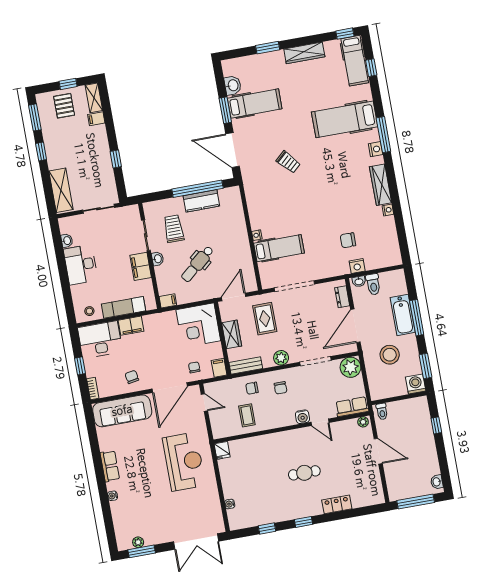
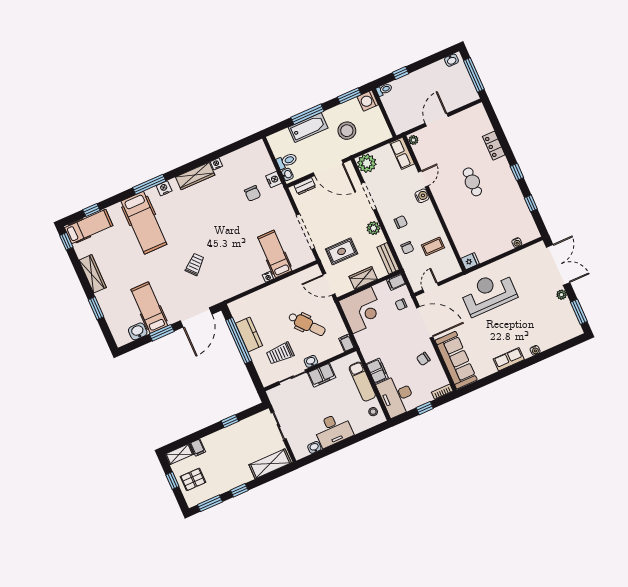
toilet: (382, 412) -> (384, 90), moved
plant: (138, 542) -> (562, 295), moved

